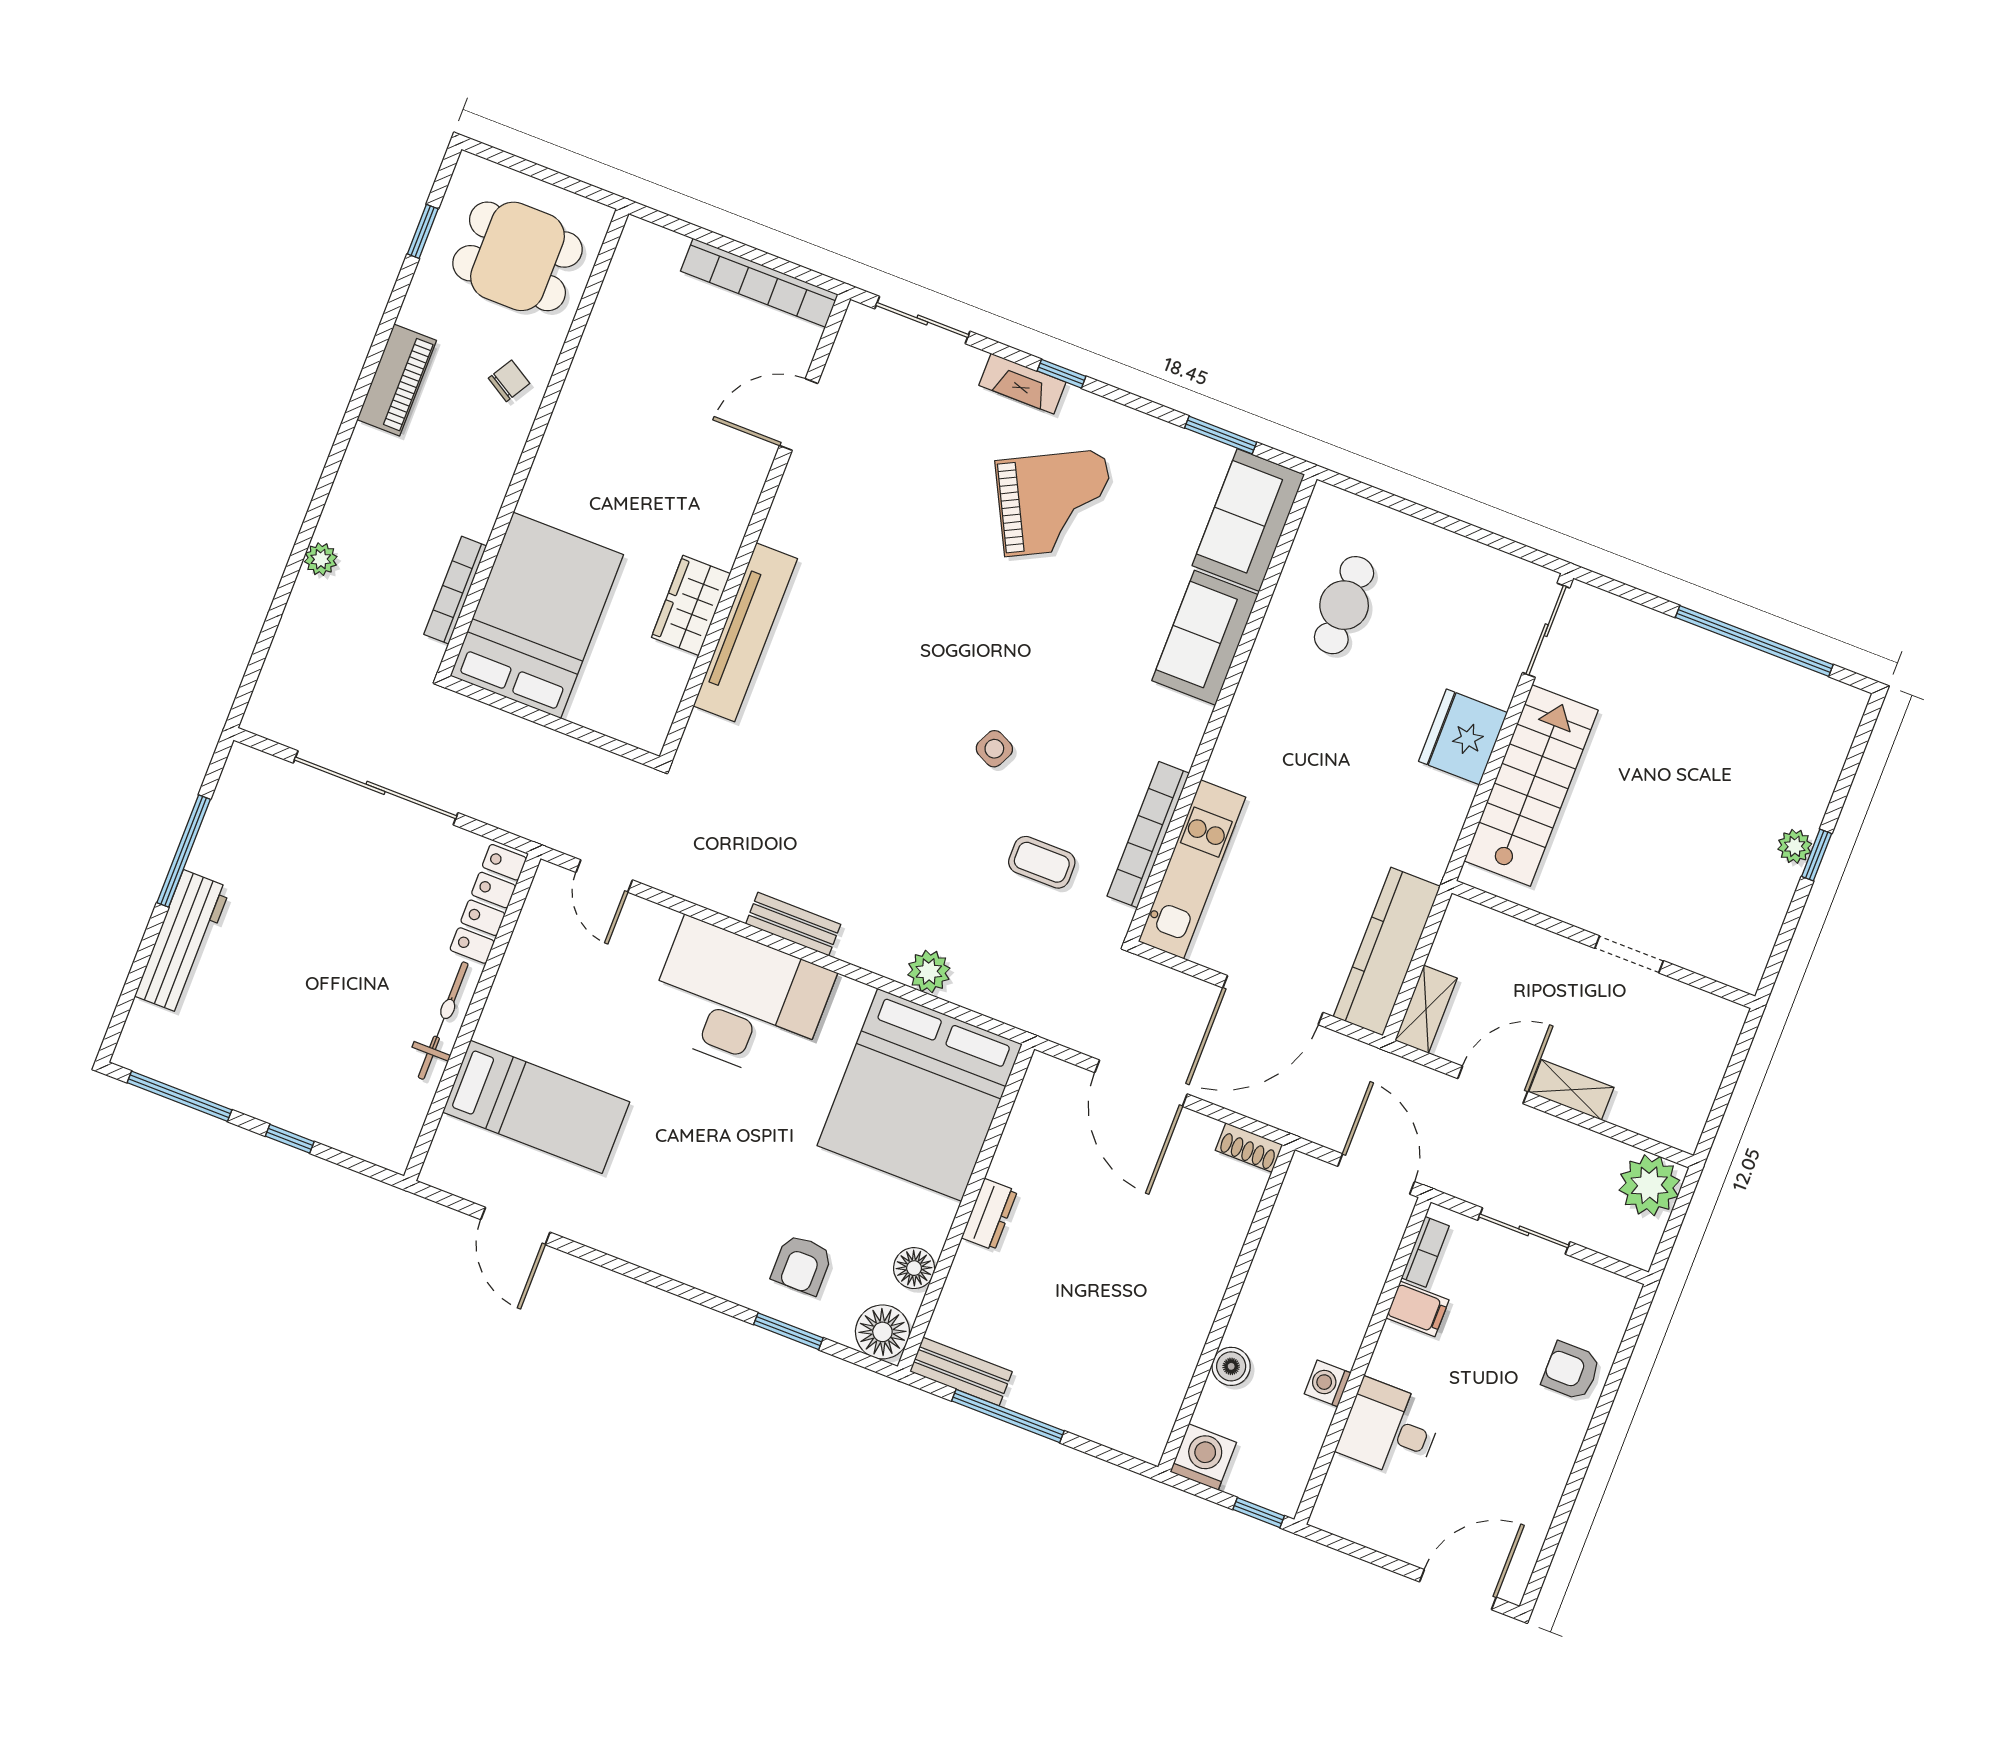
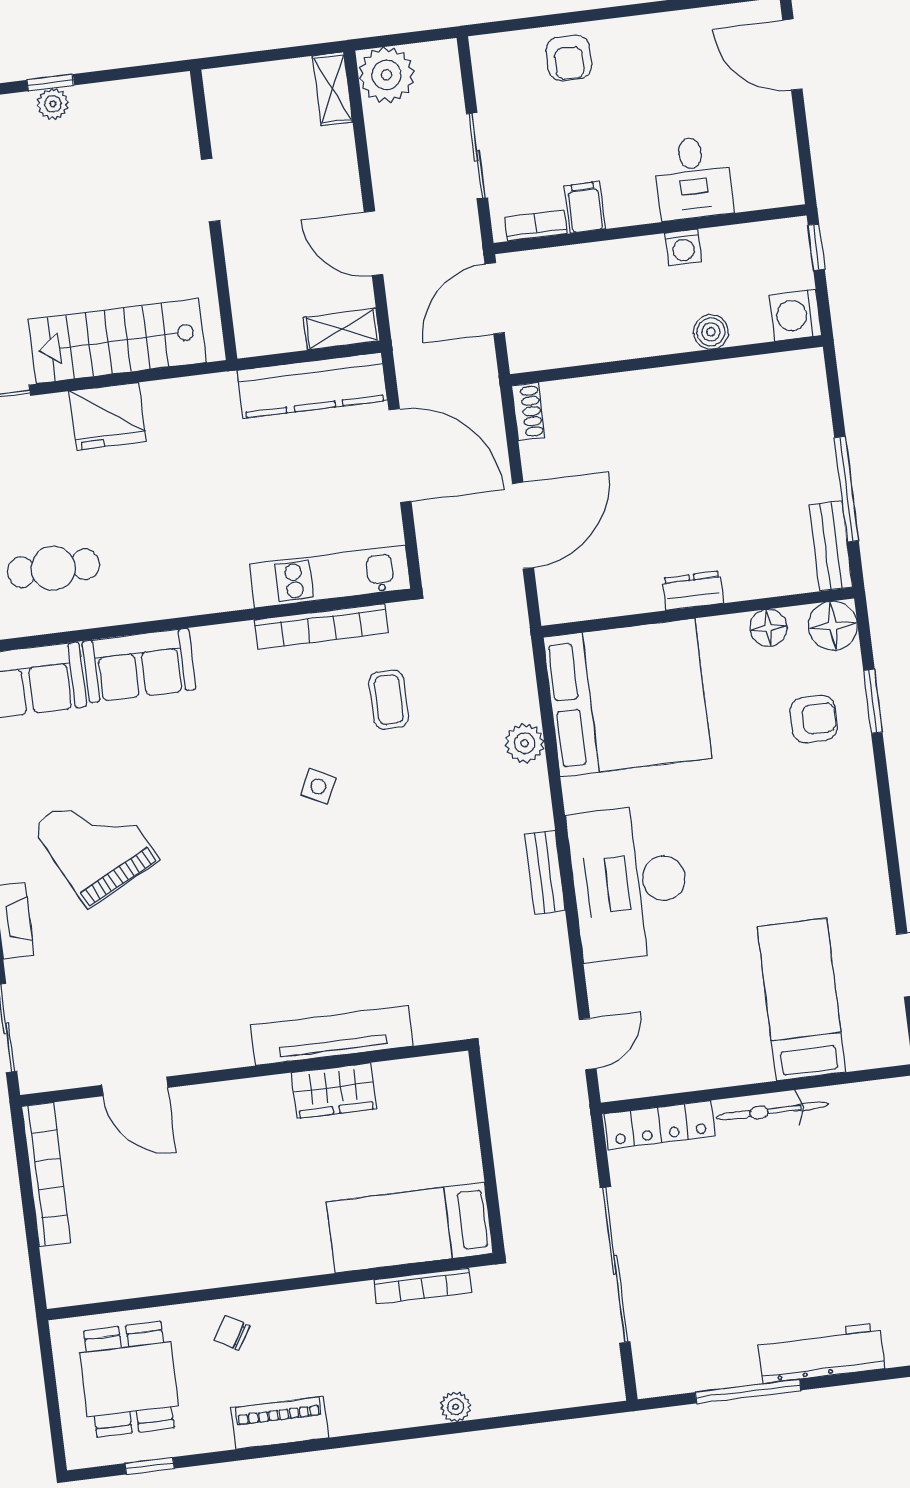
bed: (537, 615) -> (410, 1228), width x0.67
shelving: (1571, 1090) -> (333, 89), moved

